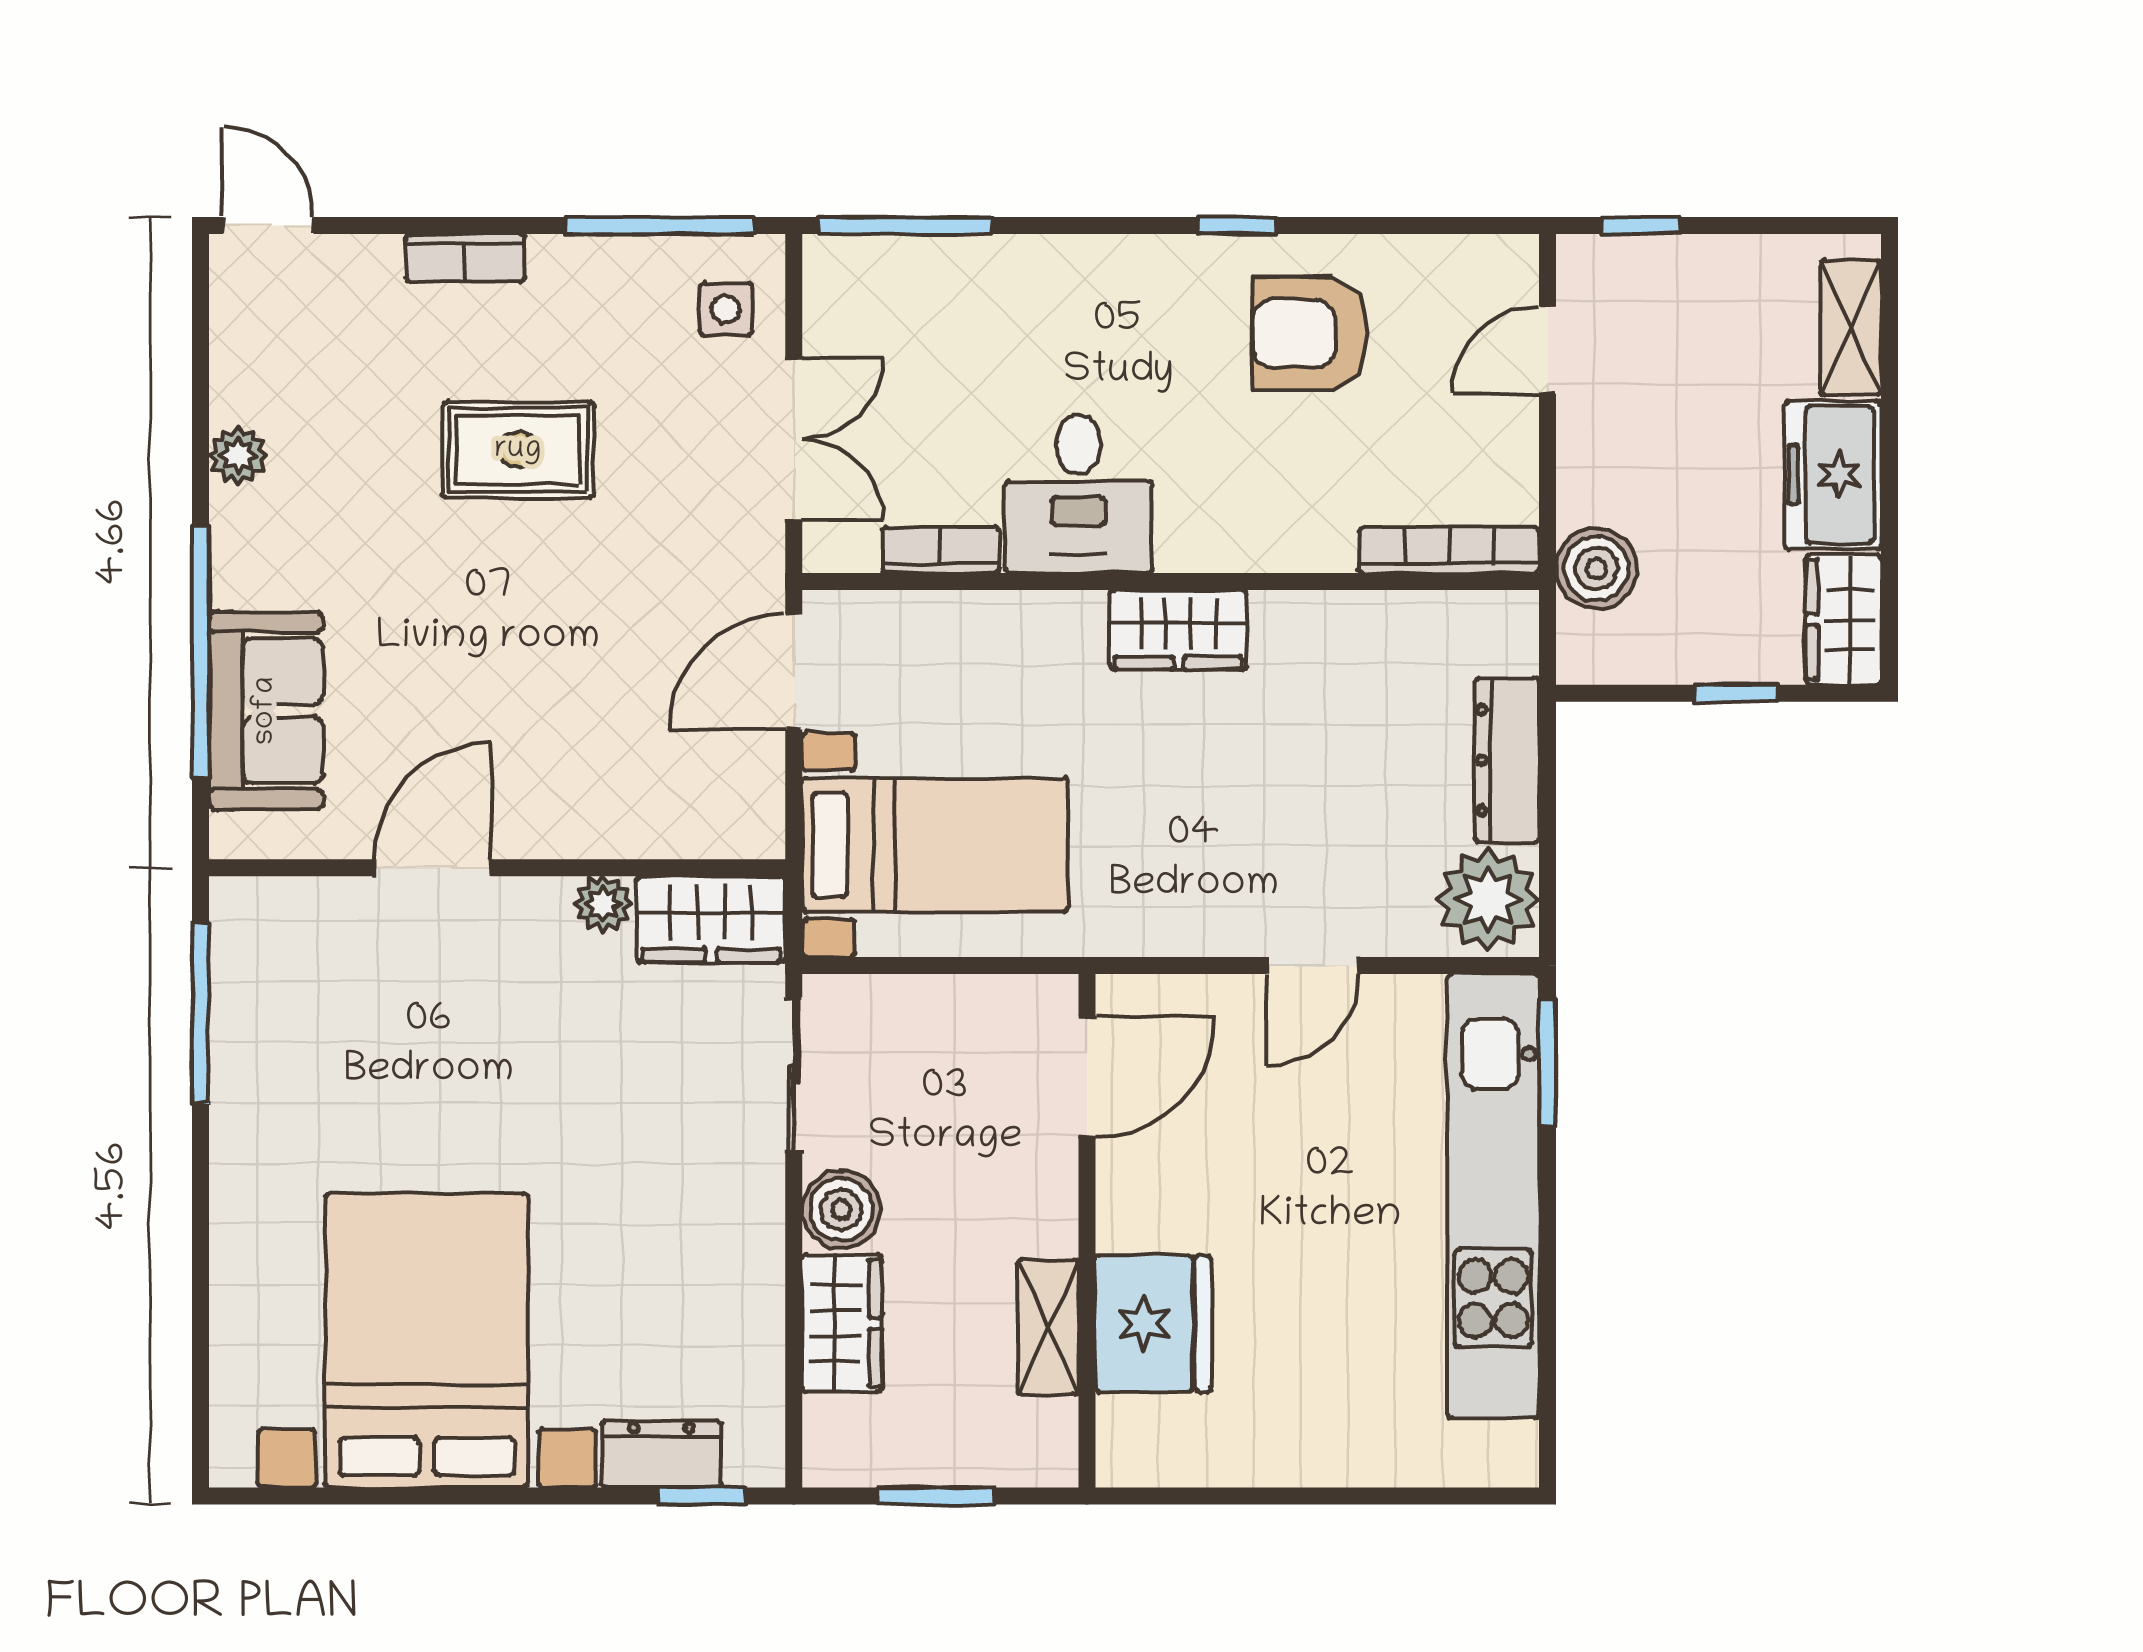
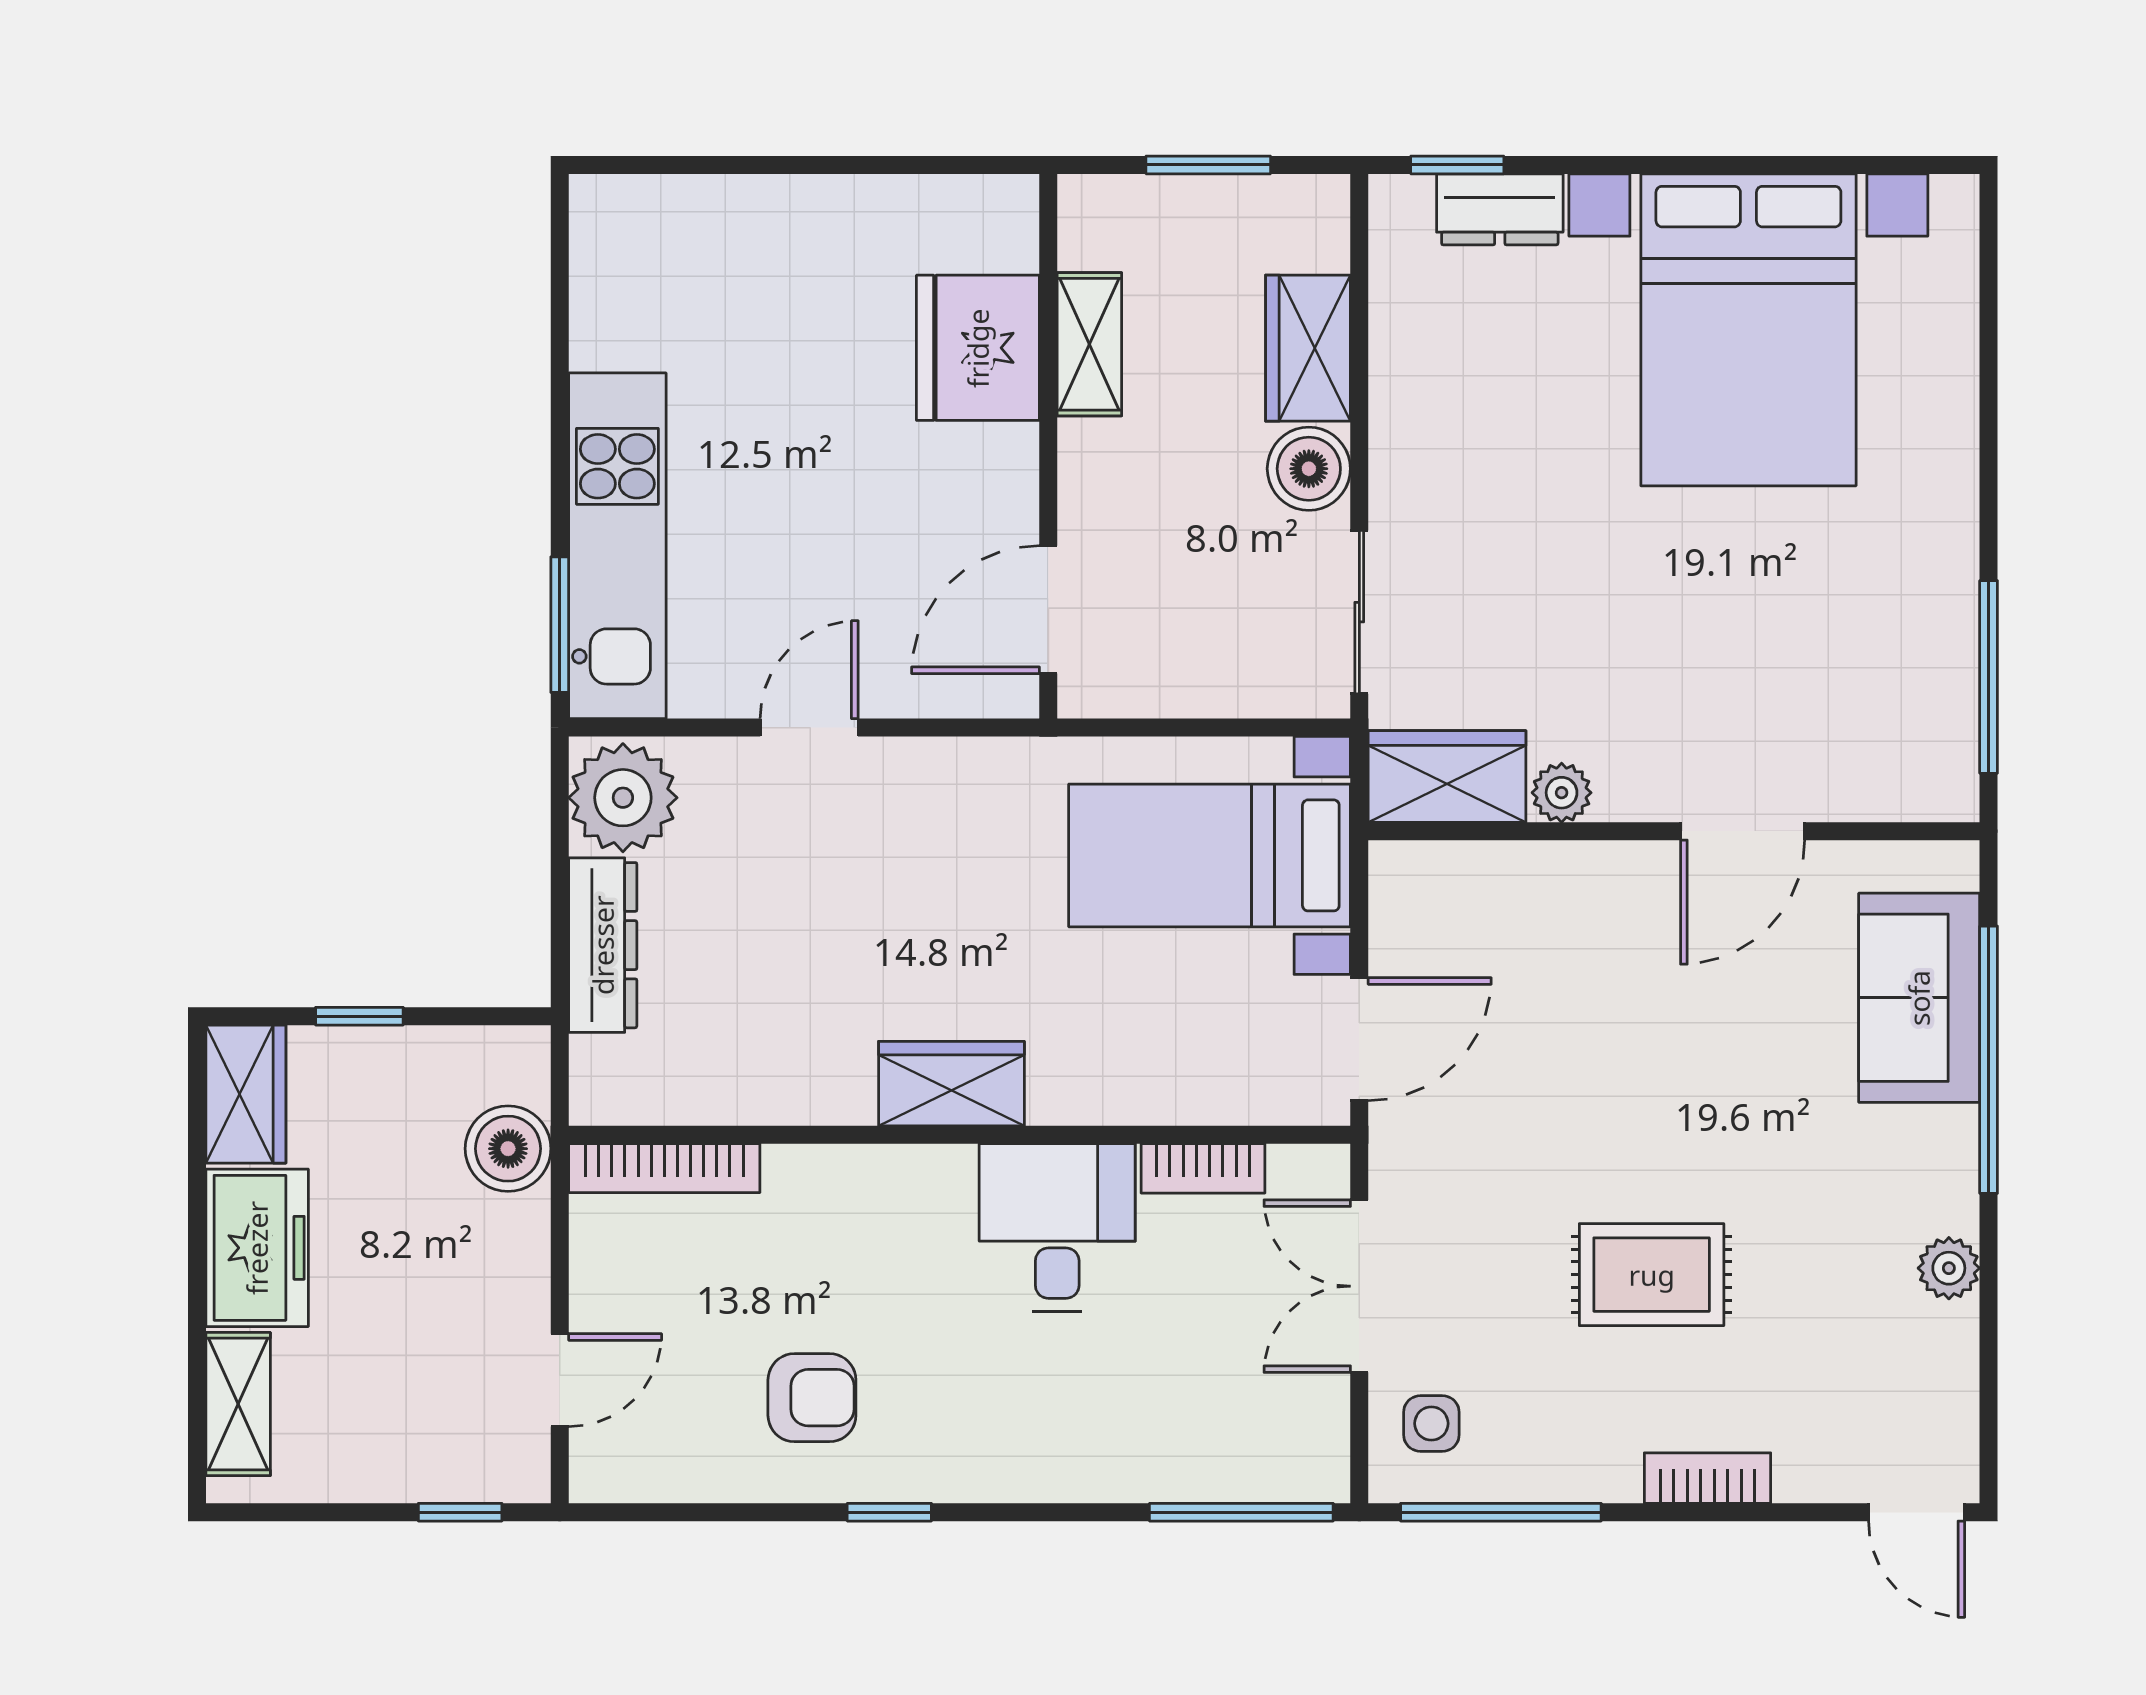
armchair: (1310, 334) -> (812, 1398), width x0.72, depth x0.72
kitchen unit: (1493, 1196) -> (617, 546), width x0.73

